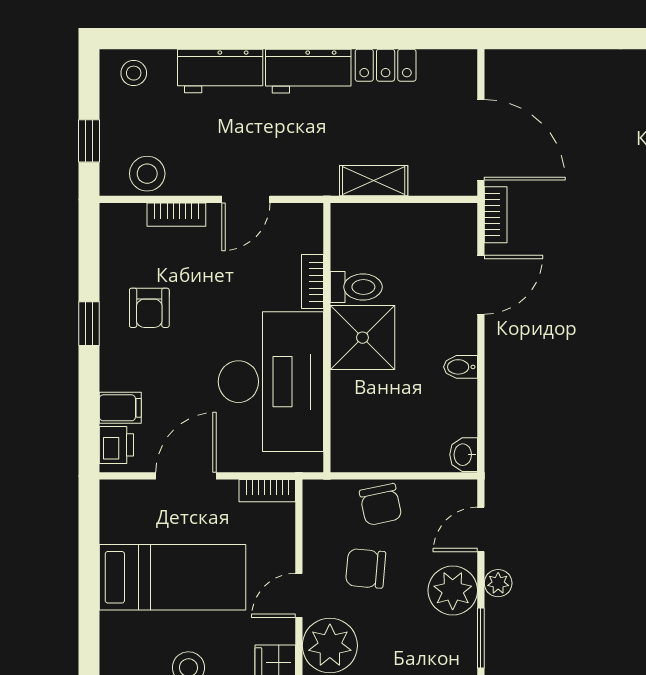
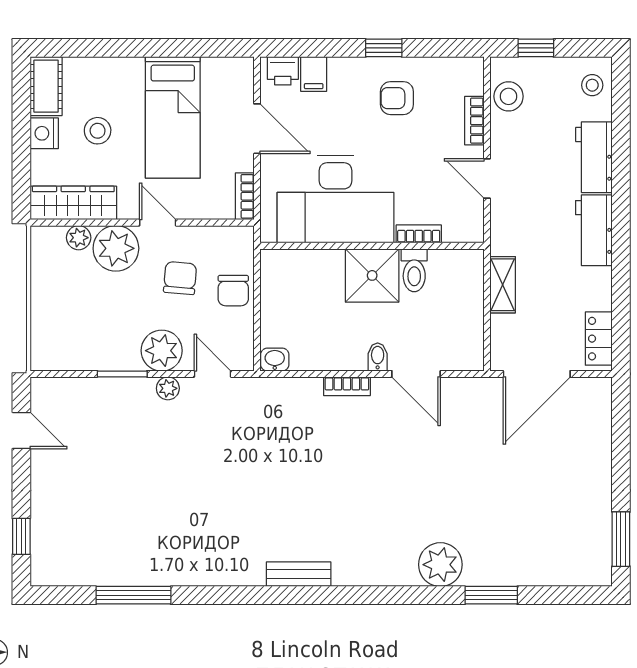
locker: (386, 65) -> (599, 339), moved
bookcase: (496, 215) -> (347, 386), moved
bidet: (460, 367) -> (378, 357), moved
chair: (381, 505) -> (233, 291), turned -78

